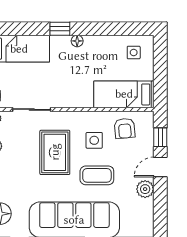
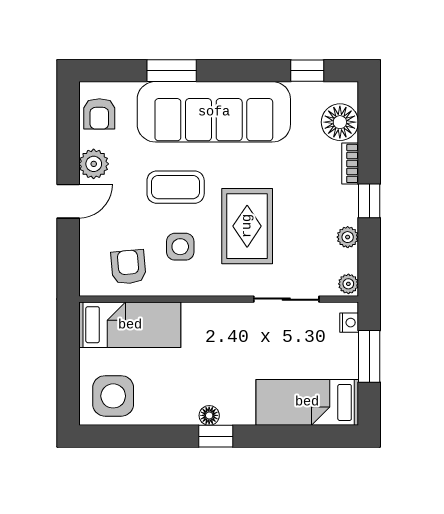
window: (60, 29) -> (216, 436), moved
side table: (134, 52) -> (113, 396), width x1.87, depth x1.87
window: (160, 137) -> (68, 252), removed
armchair: (142, 218) -> (99, 114), added

